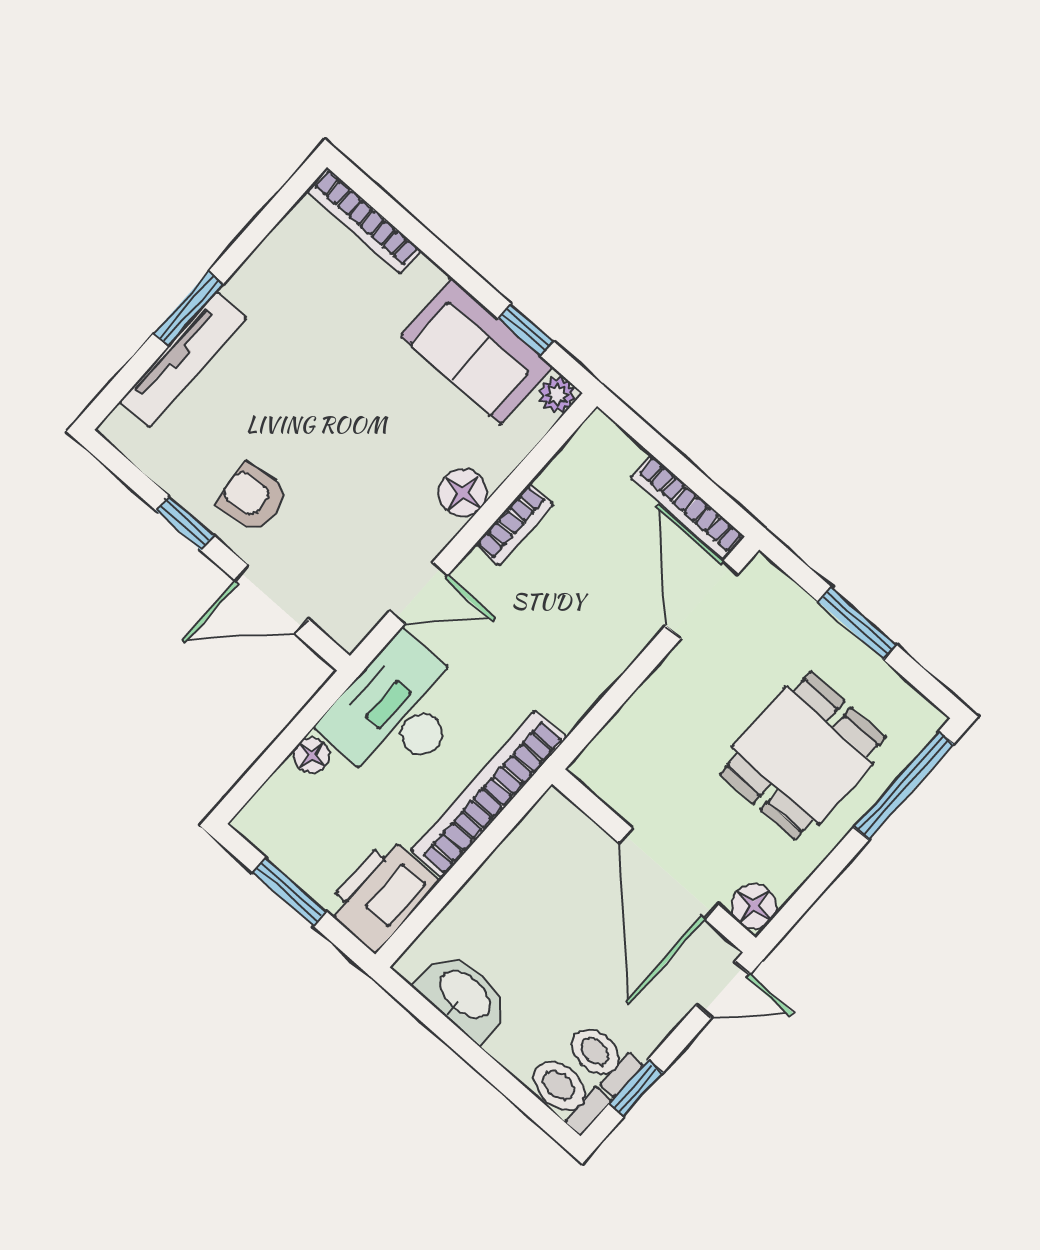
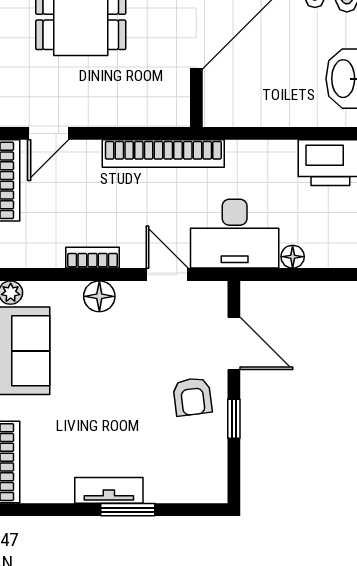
tv unit: (183, 360) -> (109, 490), moved, width x0.71
door: (702, 600) -> (48, 133), width x0.73
bookcase: (489, 794) -> (163, 154), moved

